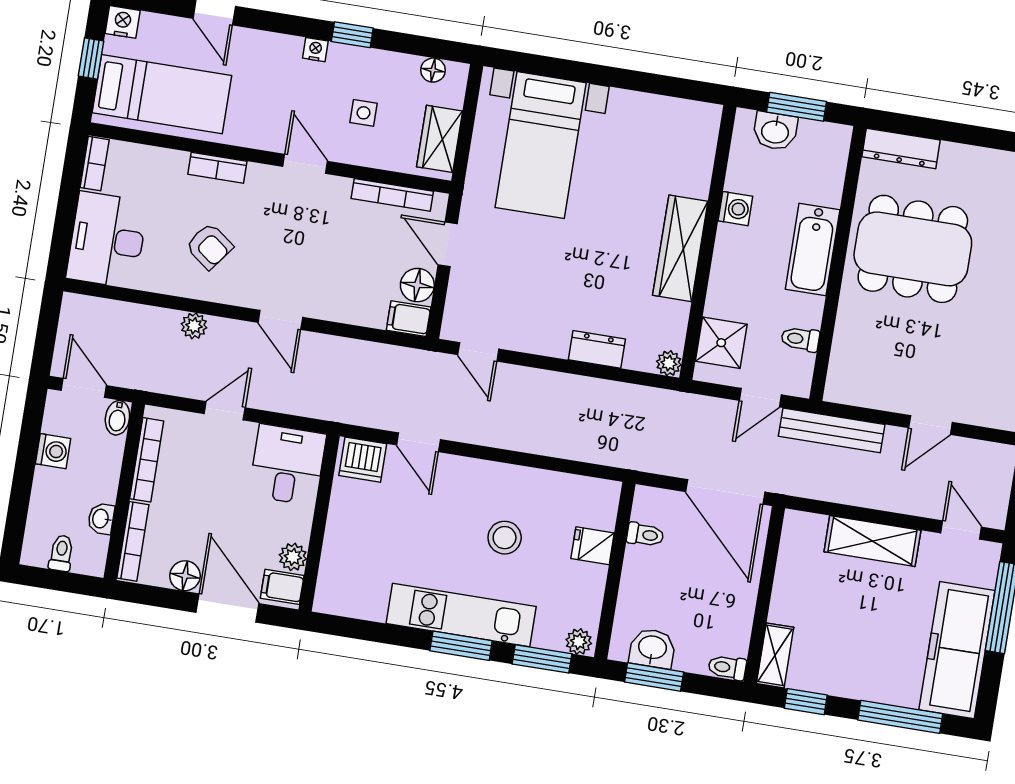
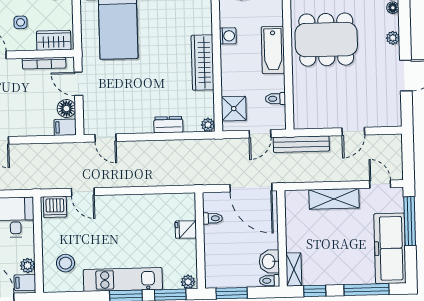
wardrobe: (440, 139) -> (54, 40), moved, turned 90
stool: (505, 538) -> (65, 263), moved
washbasin: (652, 648) -> (269, 262), moved, turned -90

